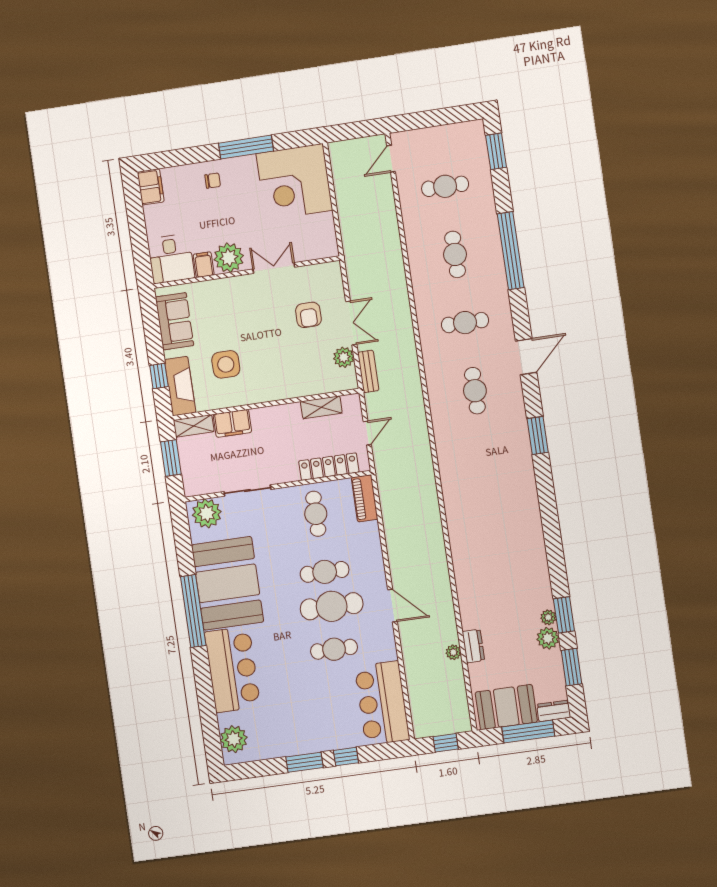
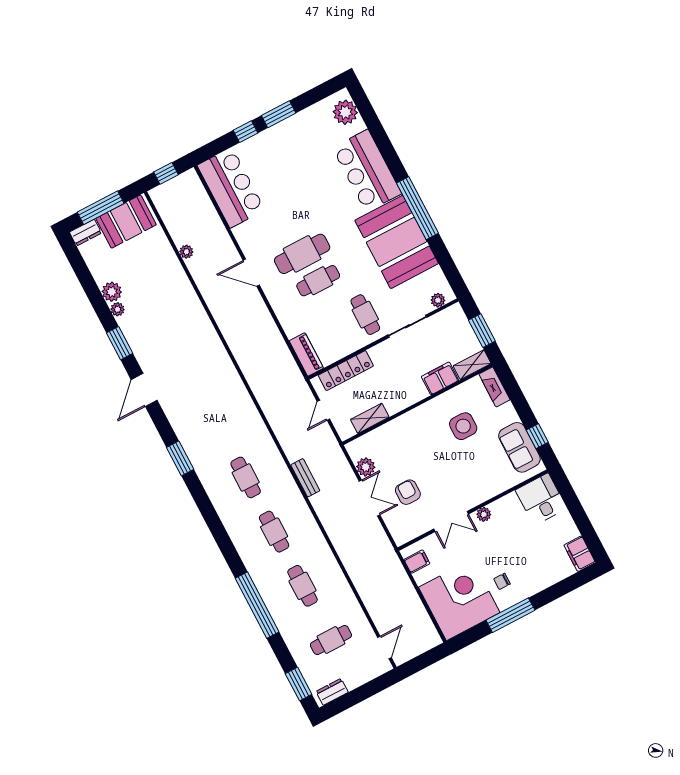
chair: (213, 181) -> (502, 581), moved
plant: (229, 258) -> (484, 514), width x0.53, depth x0.53
filing cabinet: (204, 265) -> (417, 562), moved, turned -90
double door: (351, 323) -> (369, 498), swing flipped
cafe table: (465, 323) -> (274, 532), turned 90
door: (526, 357) -> (144, 390), moved
bench: (368, 371) -> (305, 478), moved
window: (159, 376) -> (537, 436), moved
fireplace: (180, 386) -> (494, 387), width x0.73, depth x0.76
plant: (207, 513) -> (438, 300), width x0.53, depth x0.53
cafe table: (316, 514) -> (365, 315), moved
window: (564, 615) -> (120, 343), moved
dresser: (473, 646) -> (332, 692), moved, turned 90
cafe table: (334, 649) -> (287, 218), removed
window: (572, 667) -> (84, 275), removed

